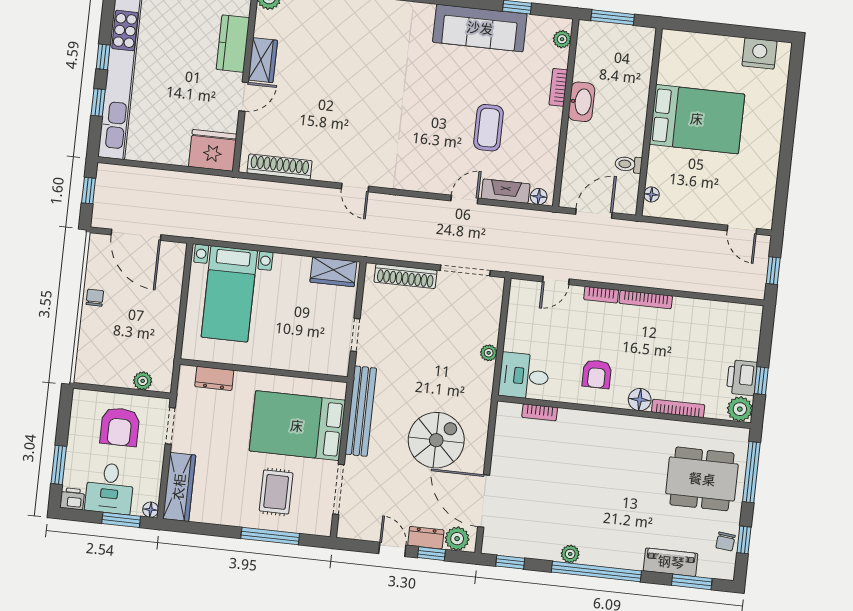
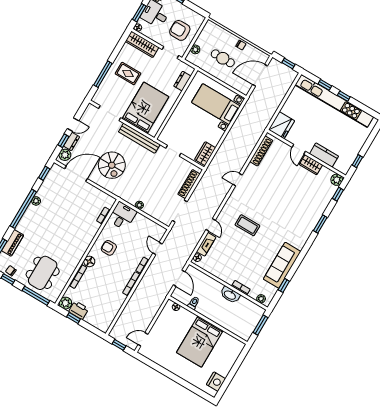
coffee table: (489, 128) -> (247, 225), moved
cafe table: (136, 321) -> (223, 58), added
rug: (276, 492) -> (128, 74), moved

